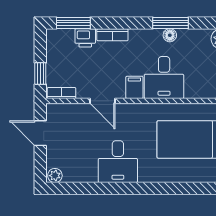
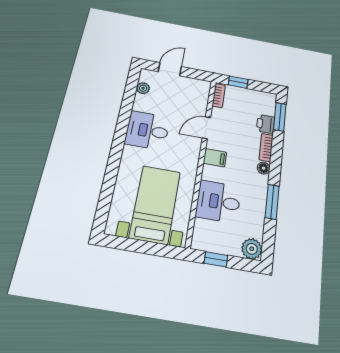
floor lamp: (170, 35) -> (264, 168), moved
desk: (164, 78) -> (218, 202), moved
door: (40, 133) -> (170, 69), moved
plant: (55, 176) -> (143, 88), moved

